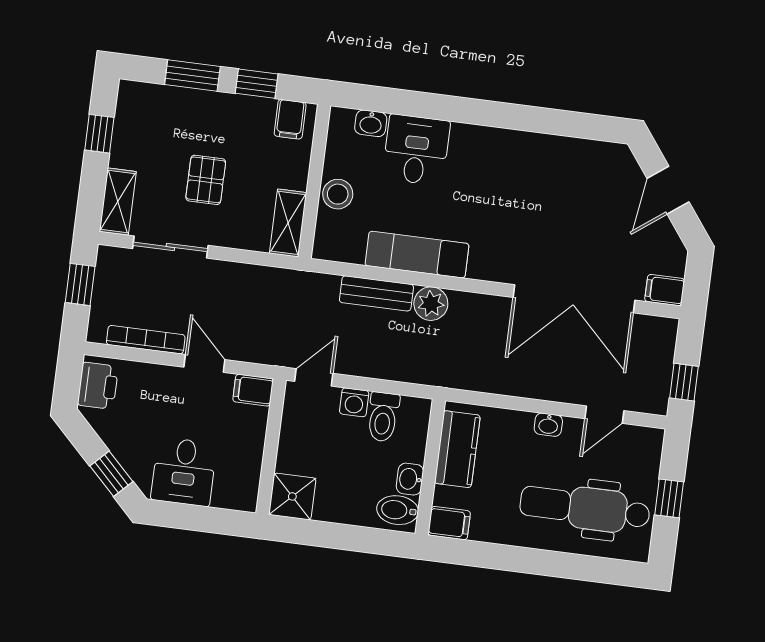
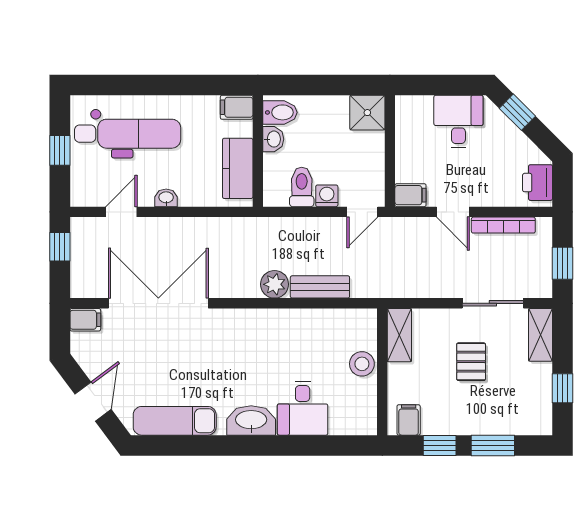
washbasin: (371, 123) -> (251, 420), moved, width x1.91, depth x1.45
exam couch: (417, 255) -> (175, 421), moved, turned 180

